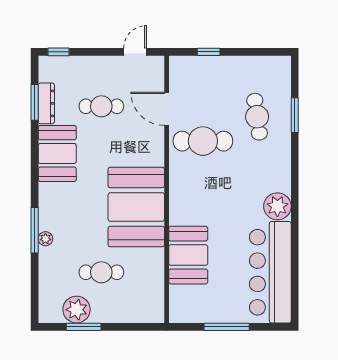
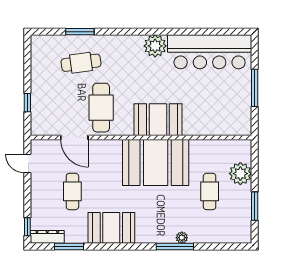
dresser: (46, 103) -> (47, 237), moved
door: (167, 109) -> (74, 138), hinge flipped
booth: (188, 255) -> (158, 120), moved
plant: (77, 310) -> (240, 174), moved

